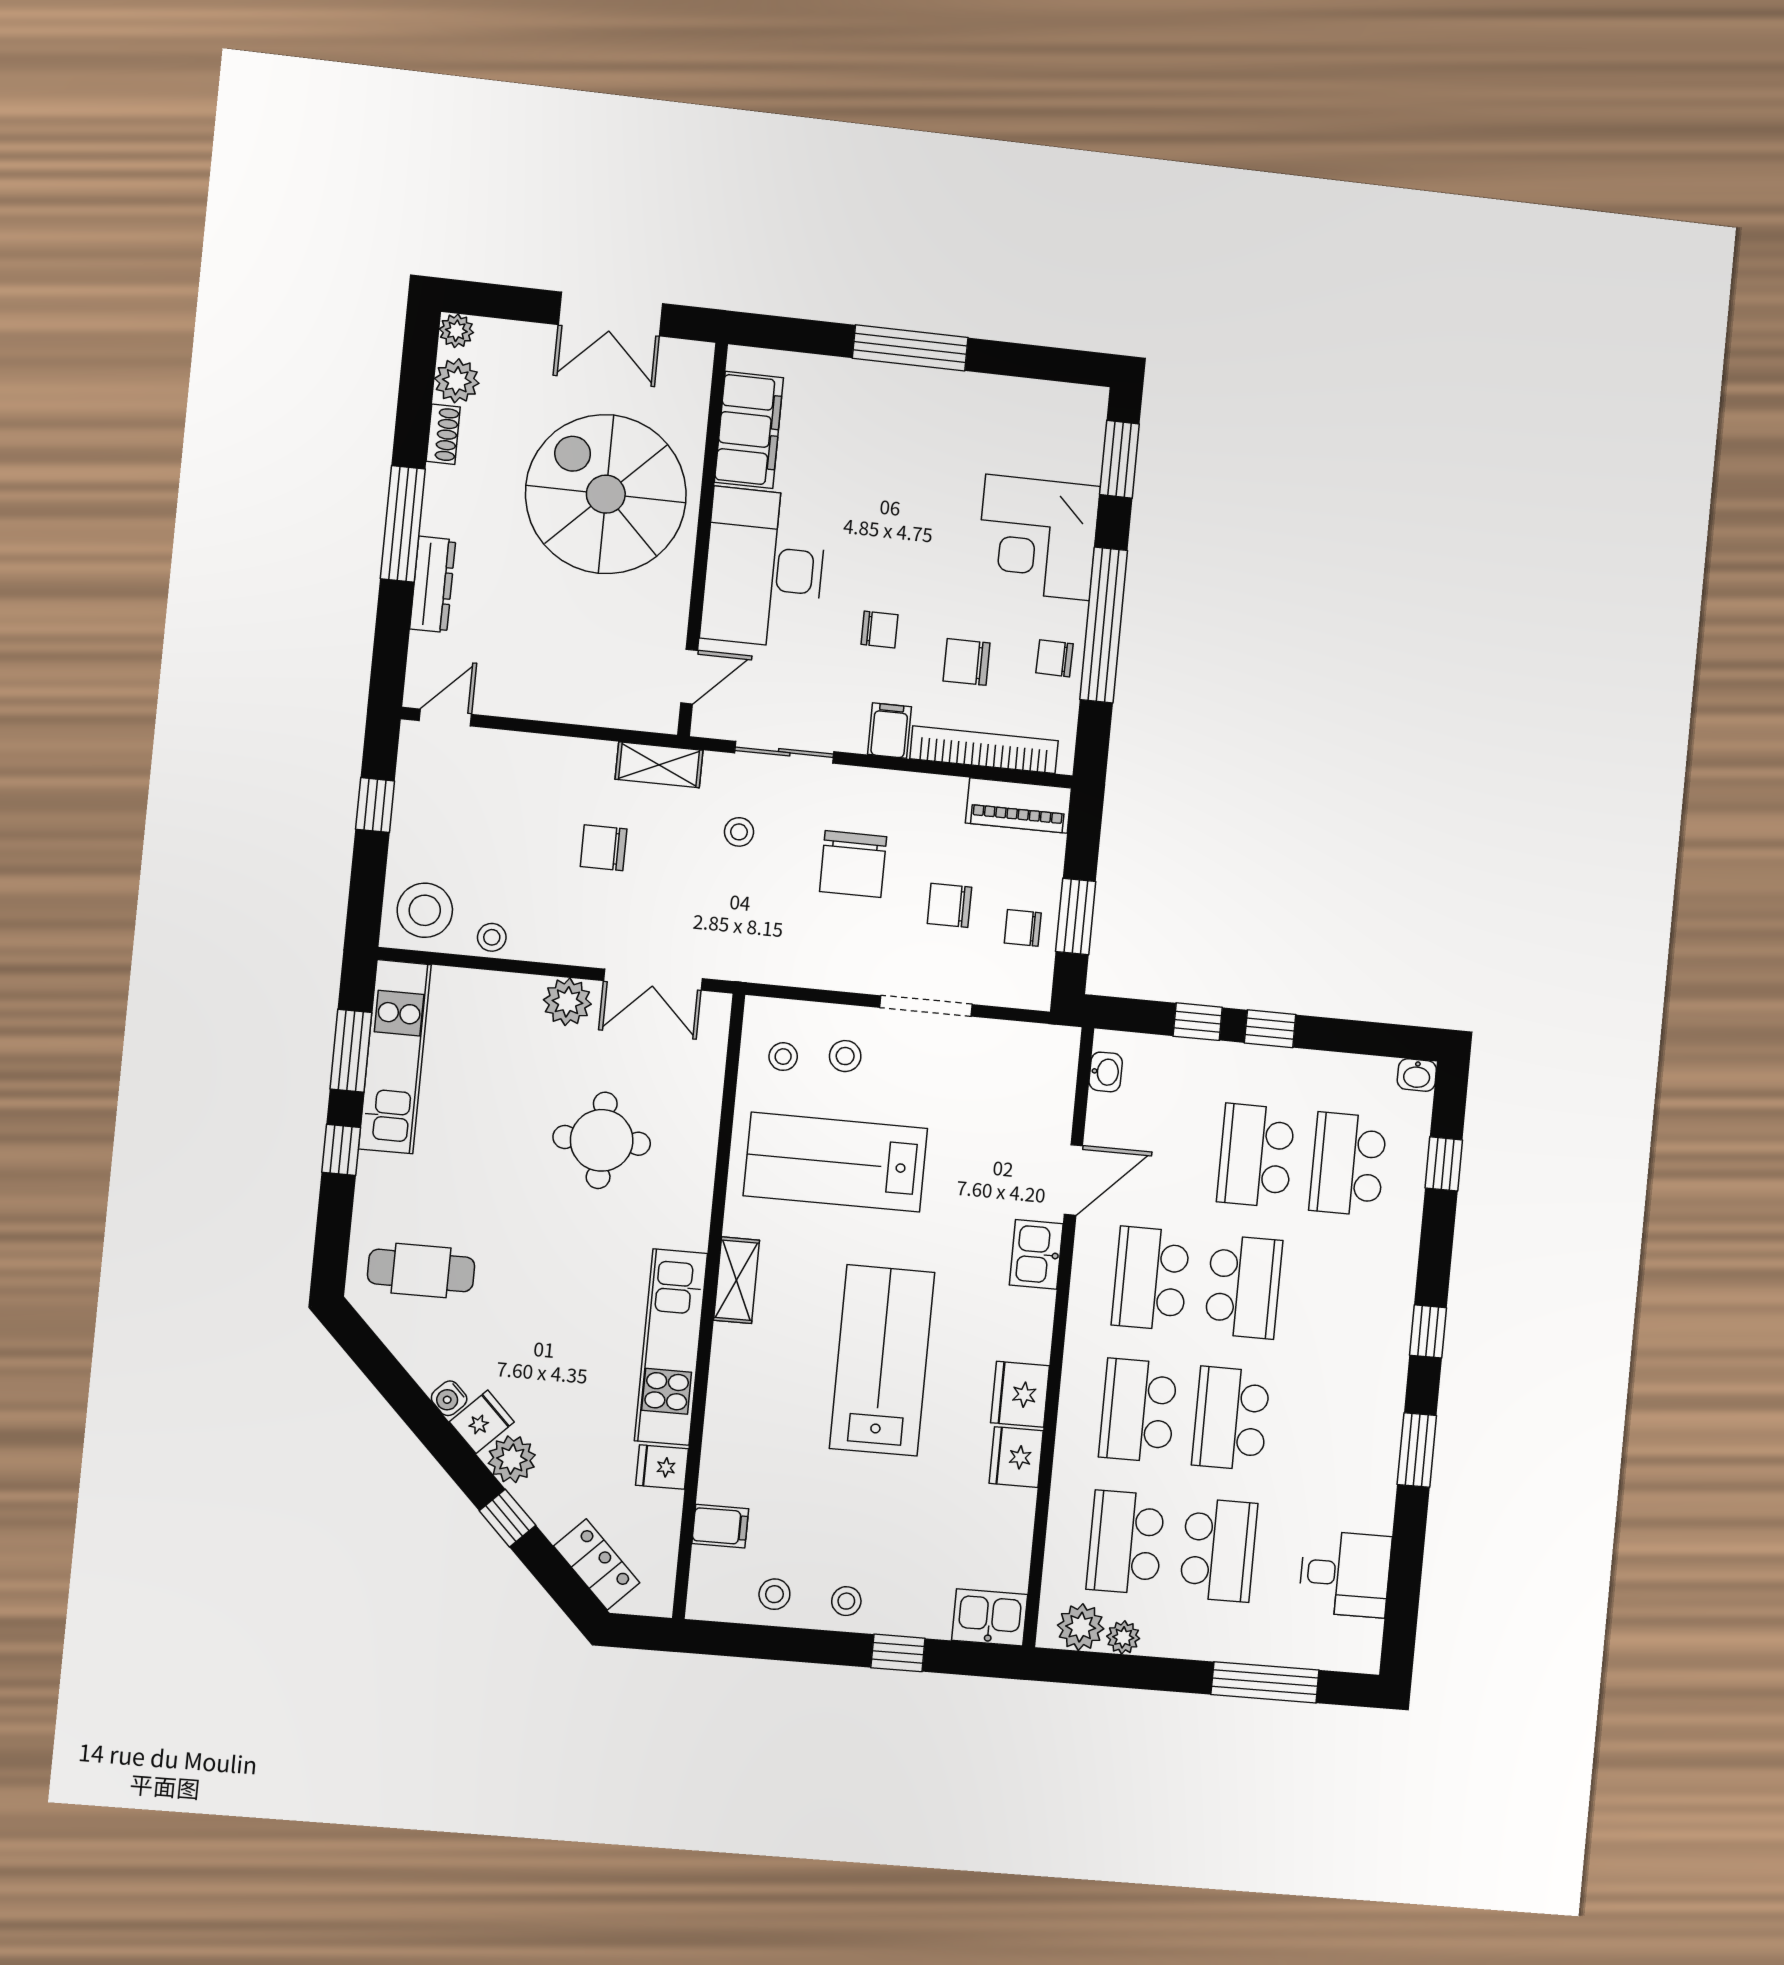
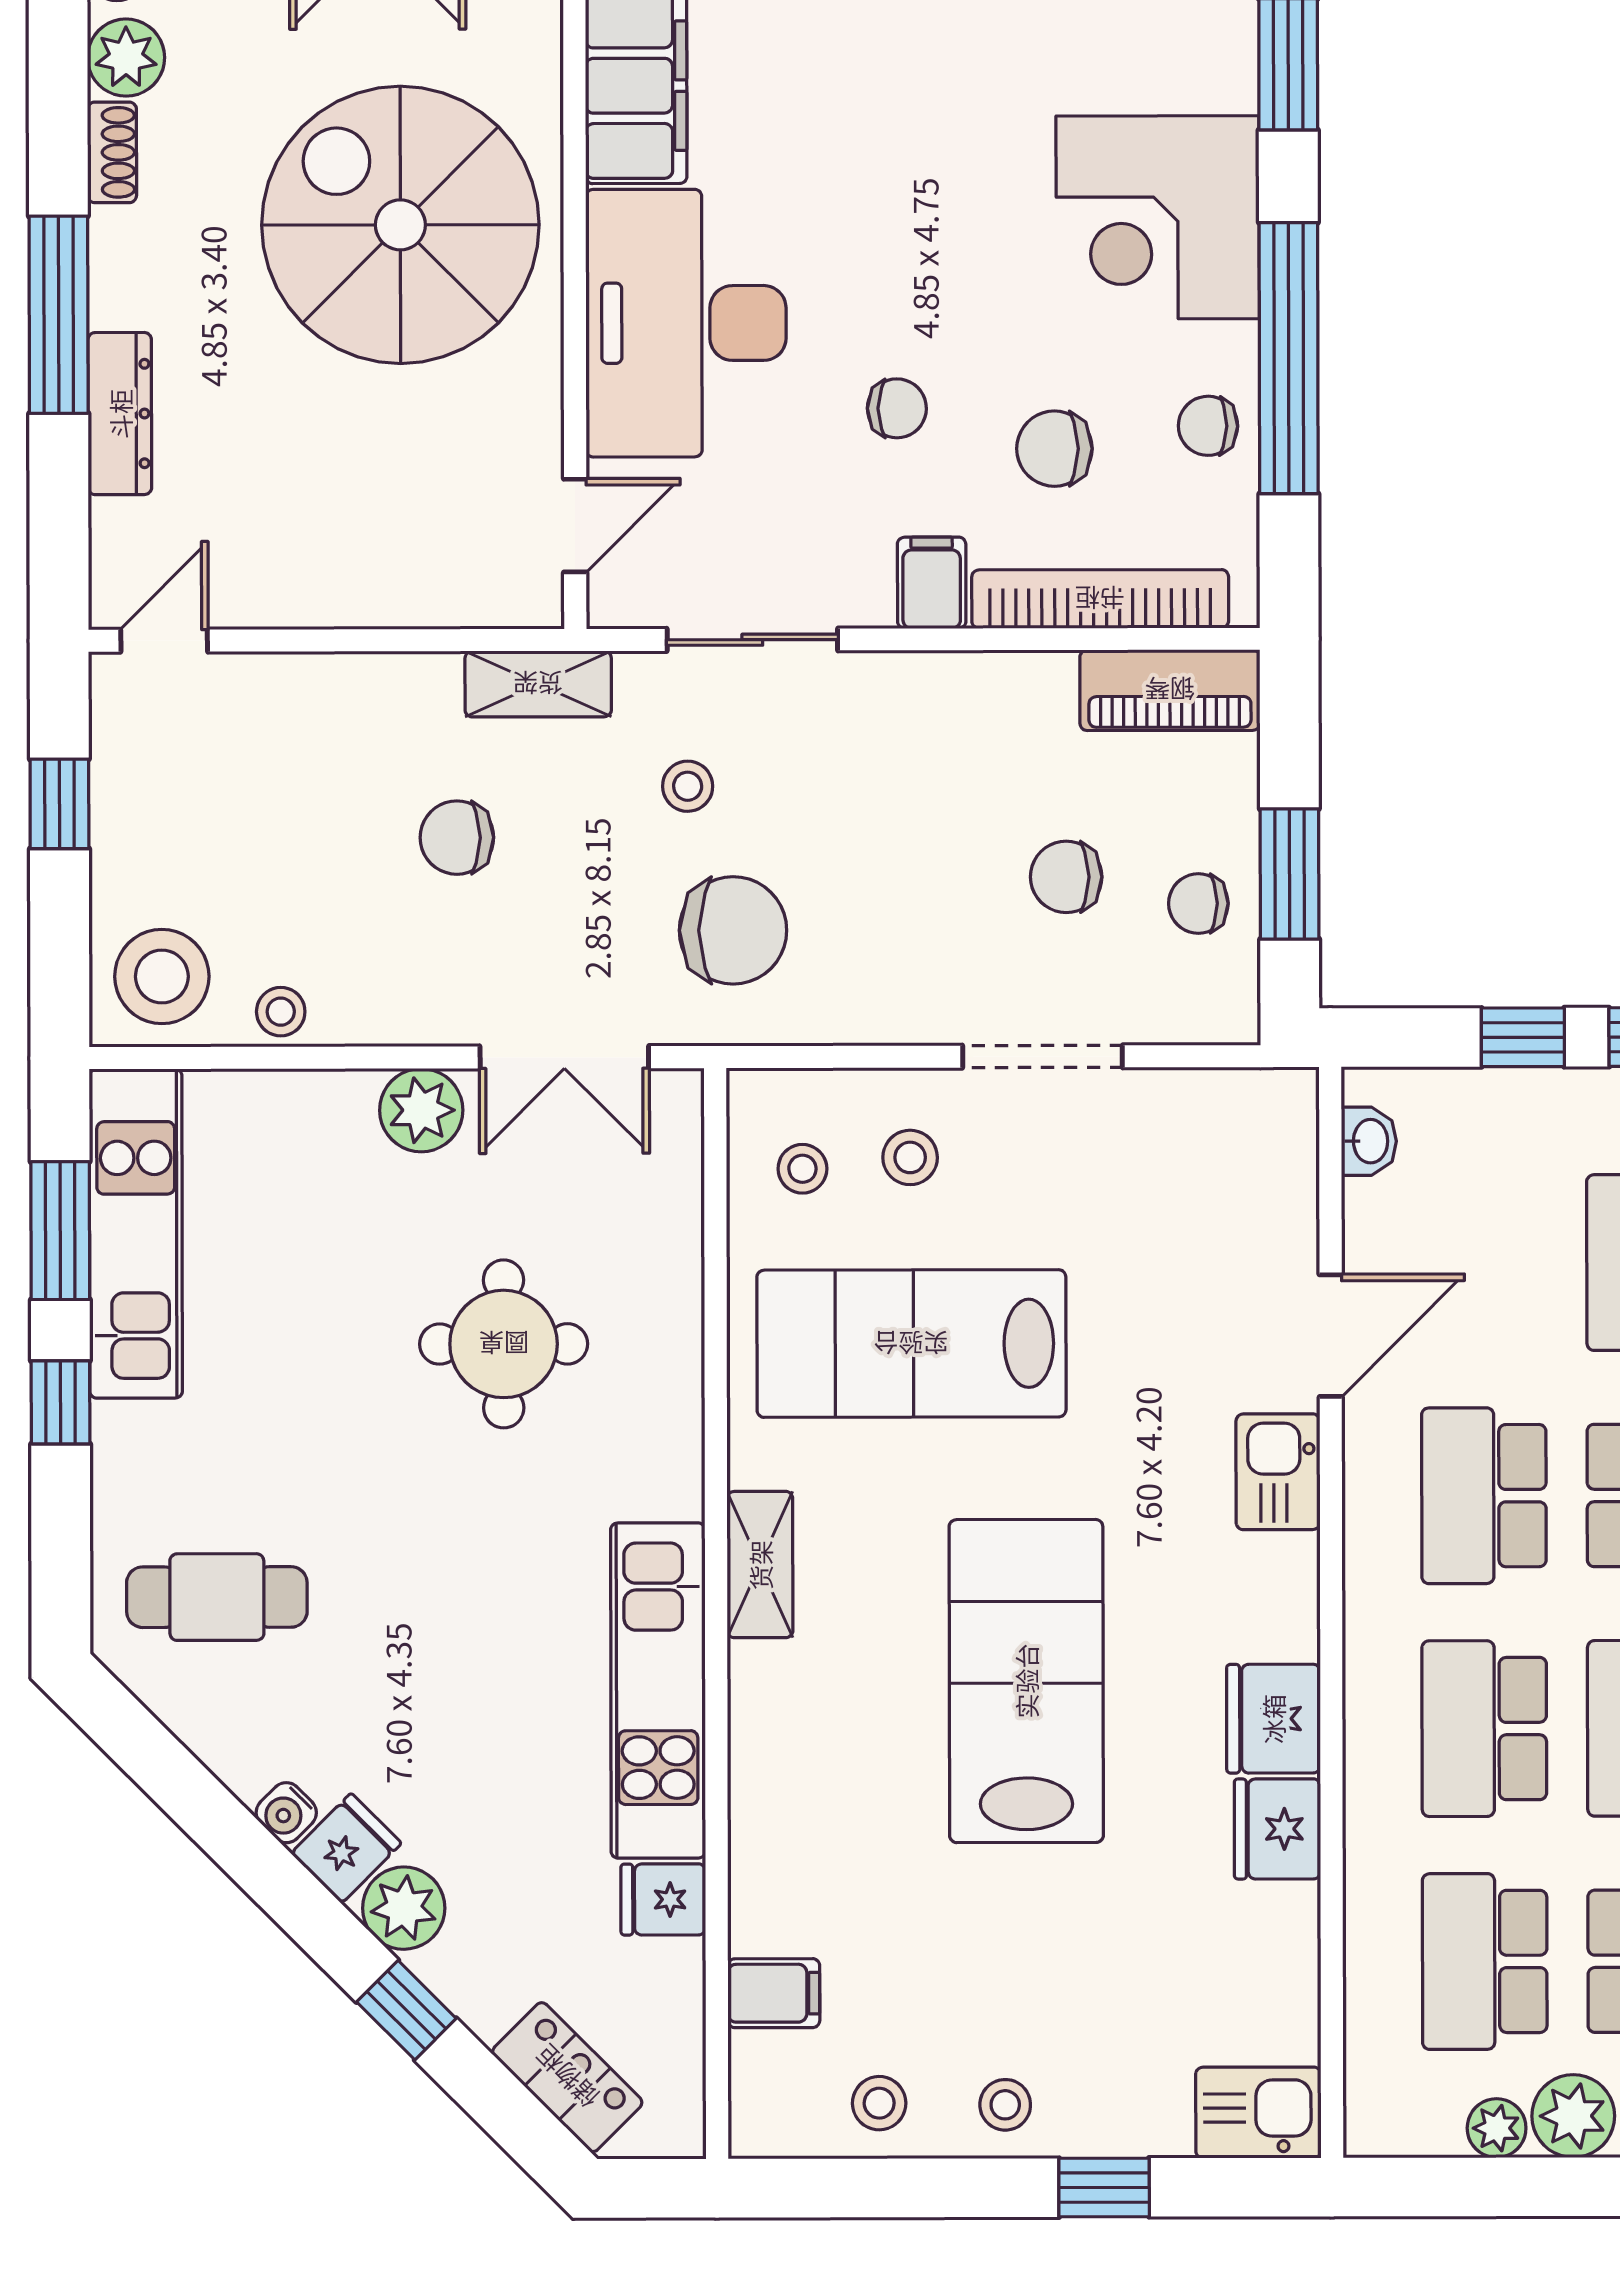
chair: (853, 864) -> (733, 930), moved, turned -90
plant: (1081, 1627) -> (1573, 2116), moved

